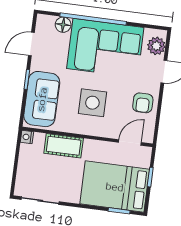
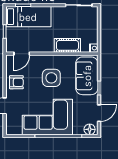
floor lamp: (63, 25) -> (90, 129), moved
plant: (156, 46) -> (12, 123), removed
armchair: (143, 103) -> (16, 82), turned 90
bed: (115, 187) -> (28, 17), width x0.67

